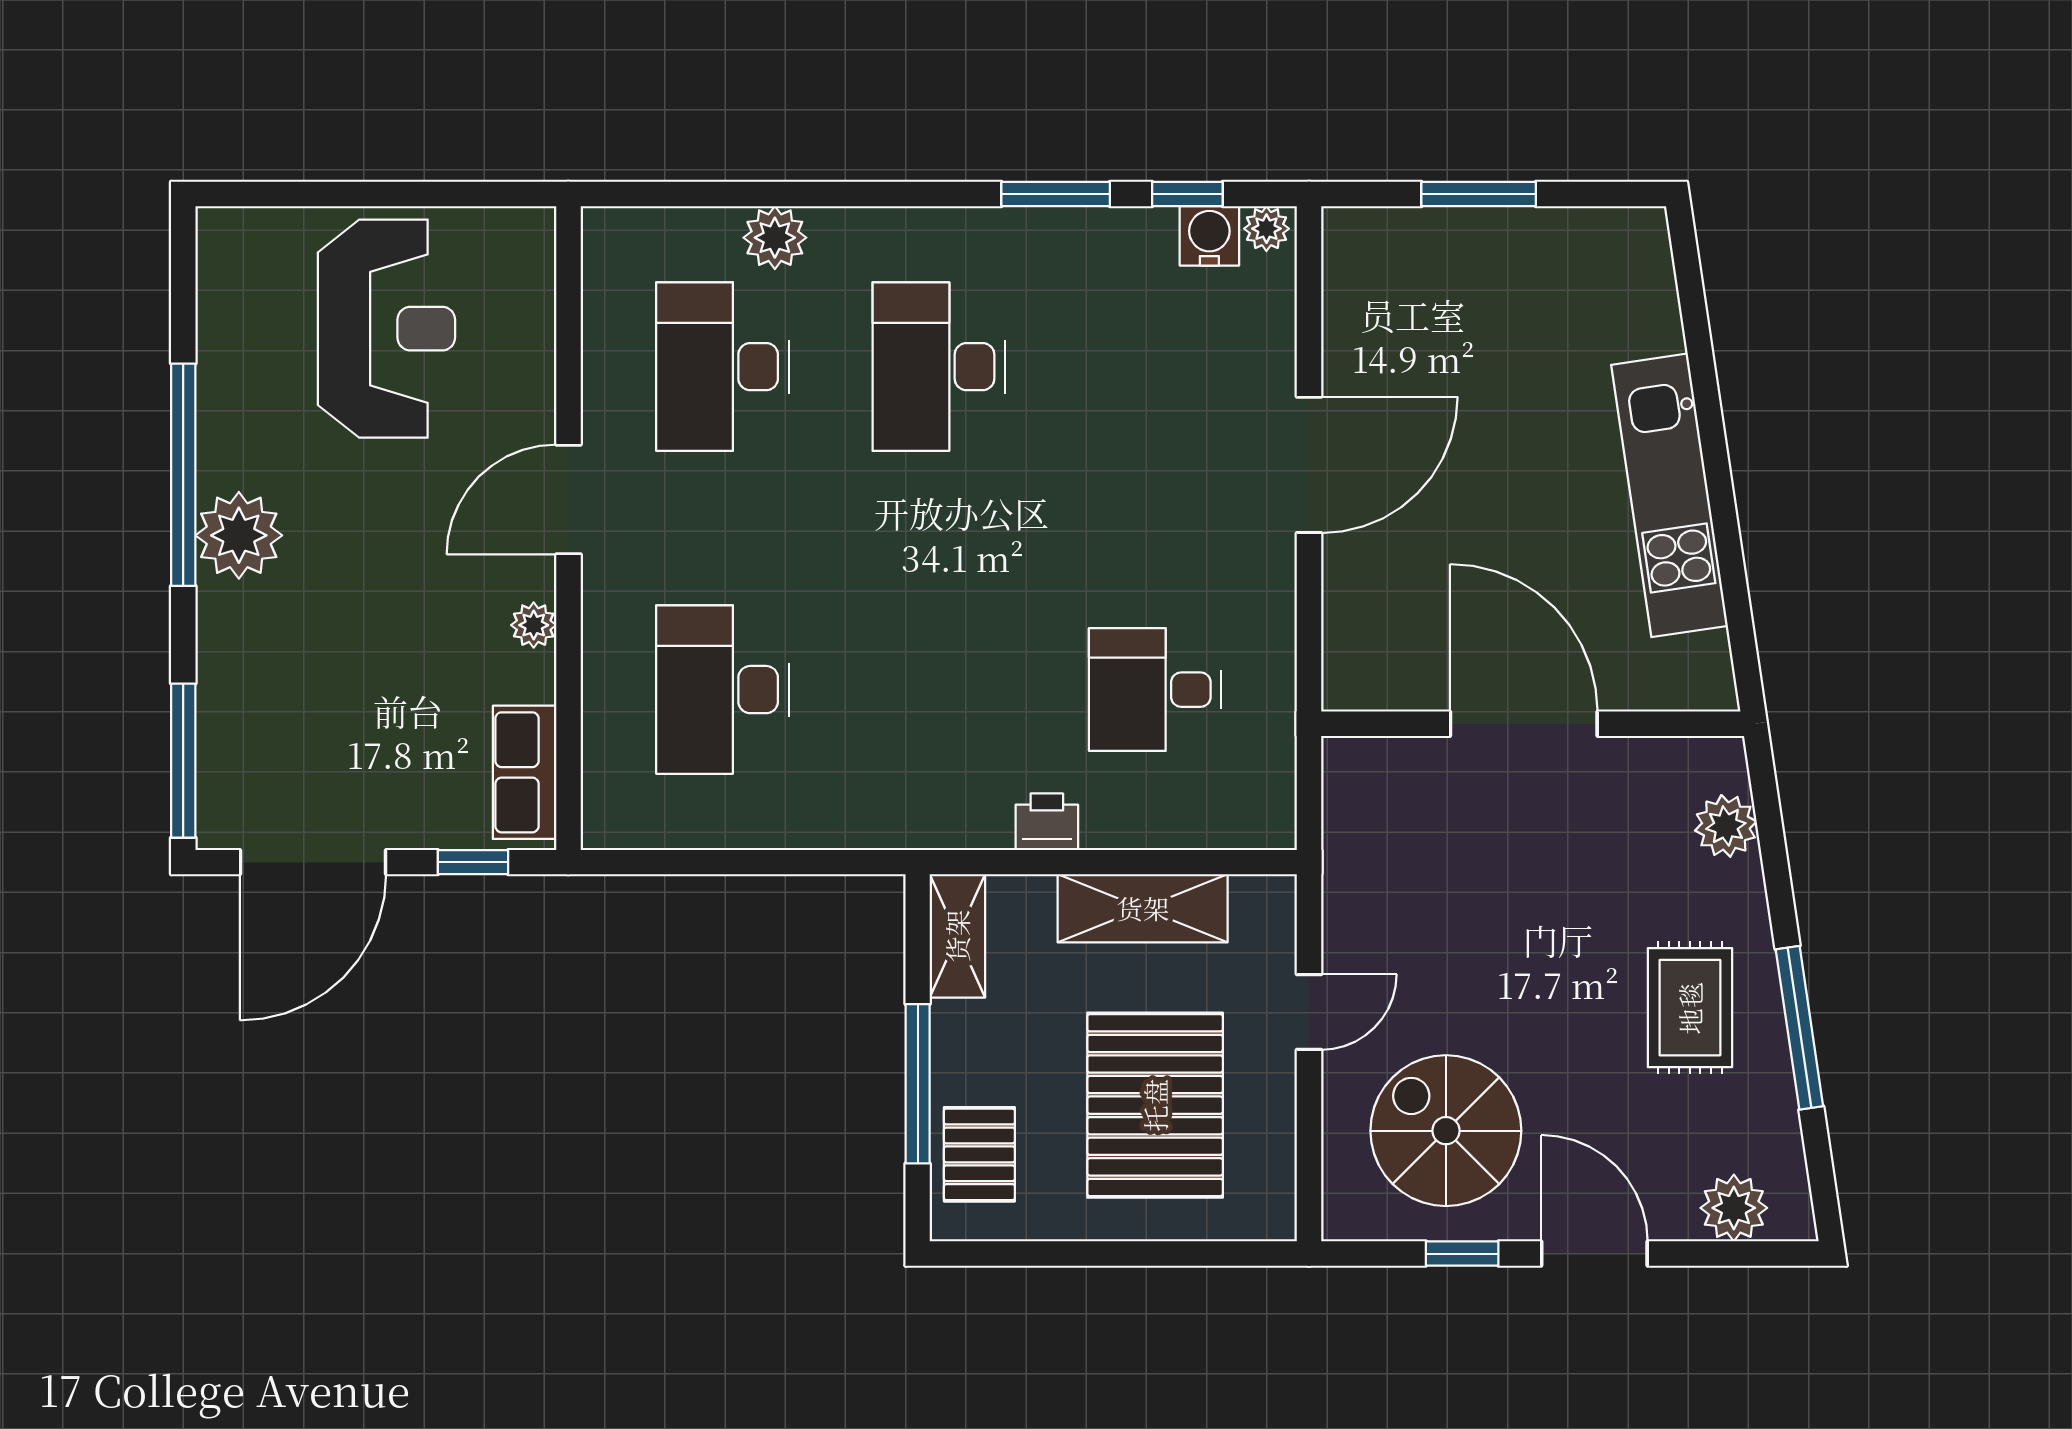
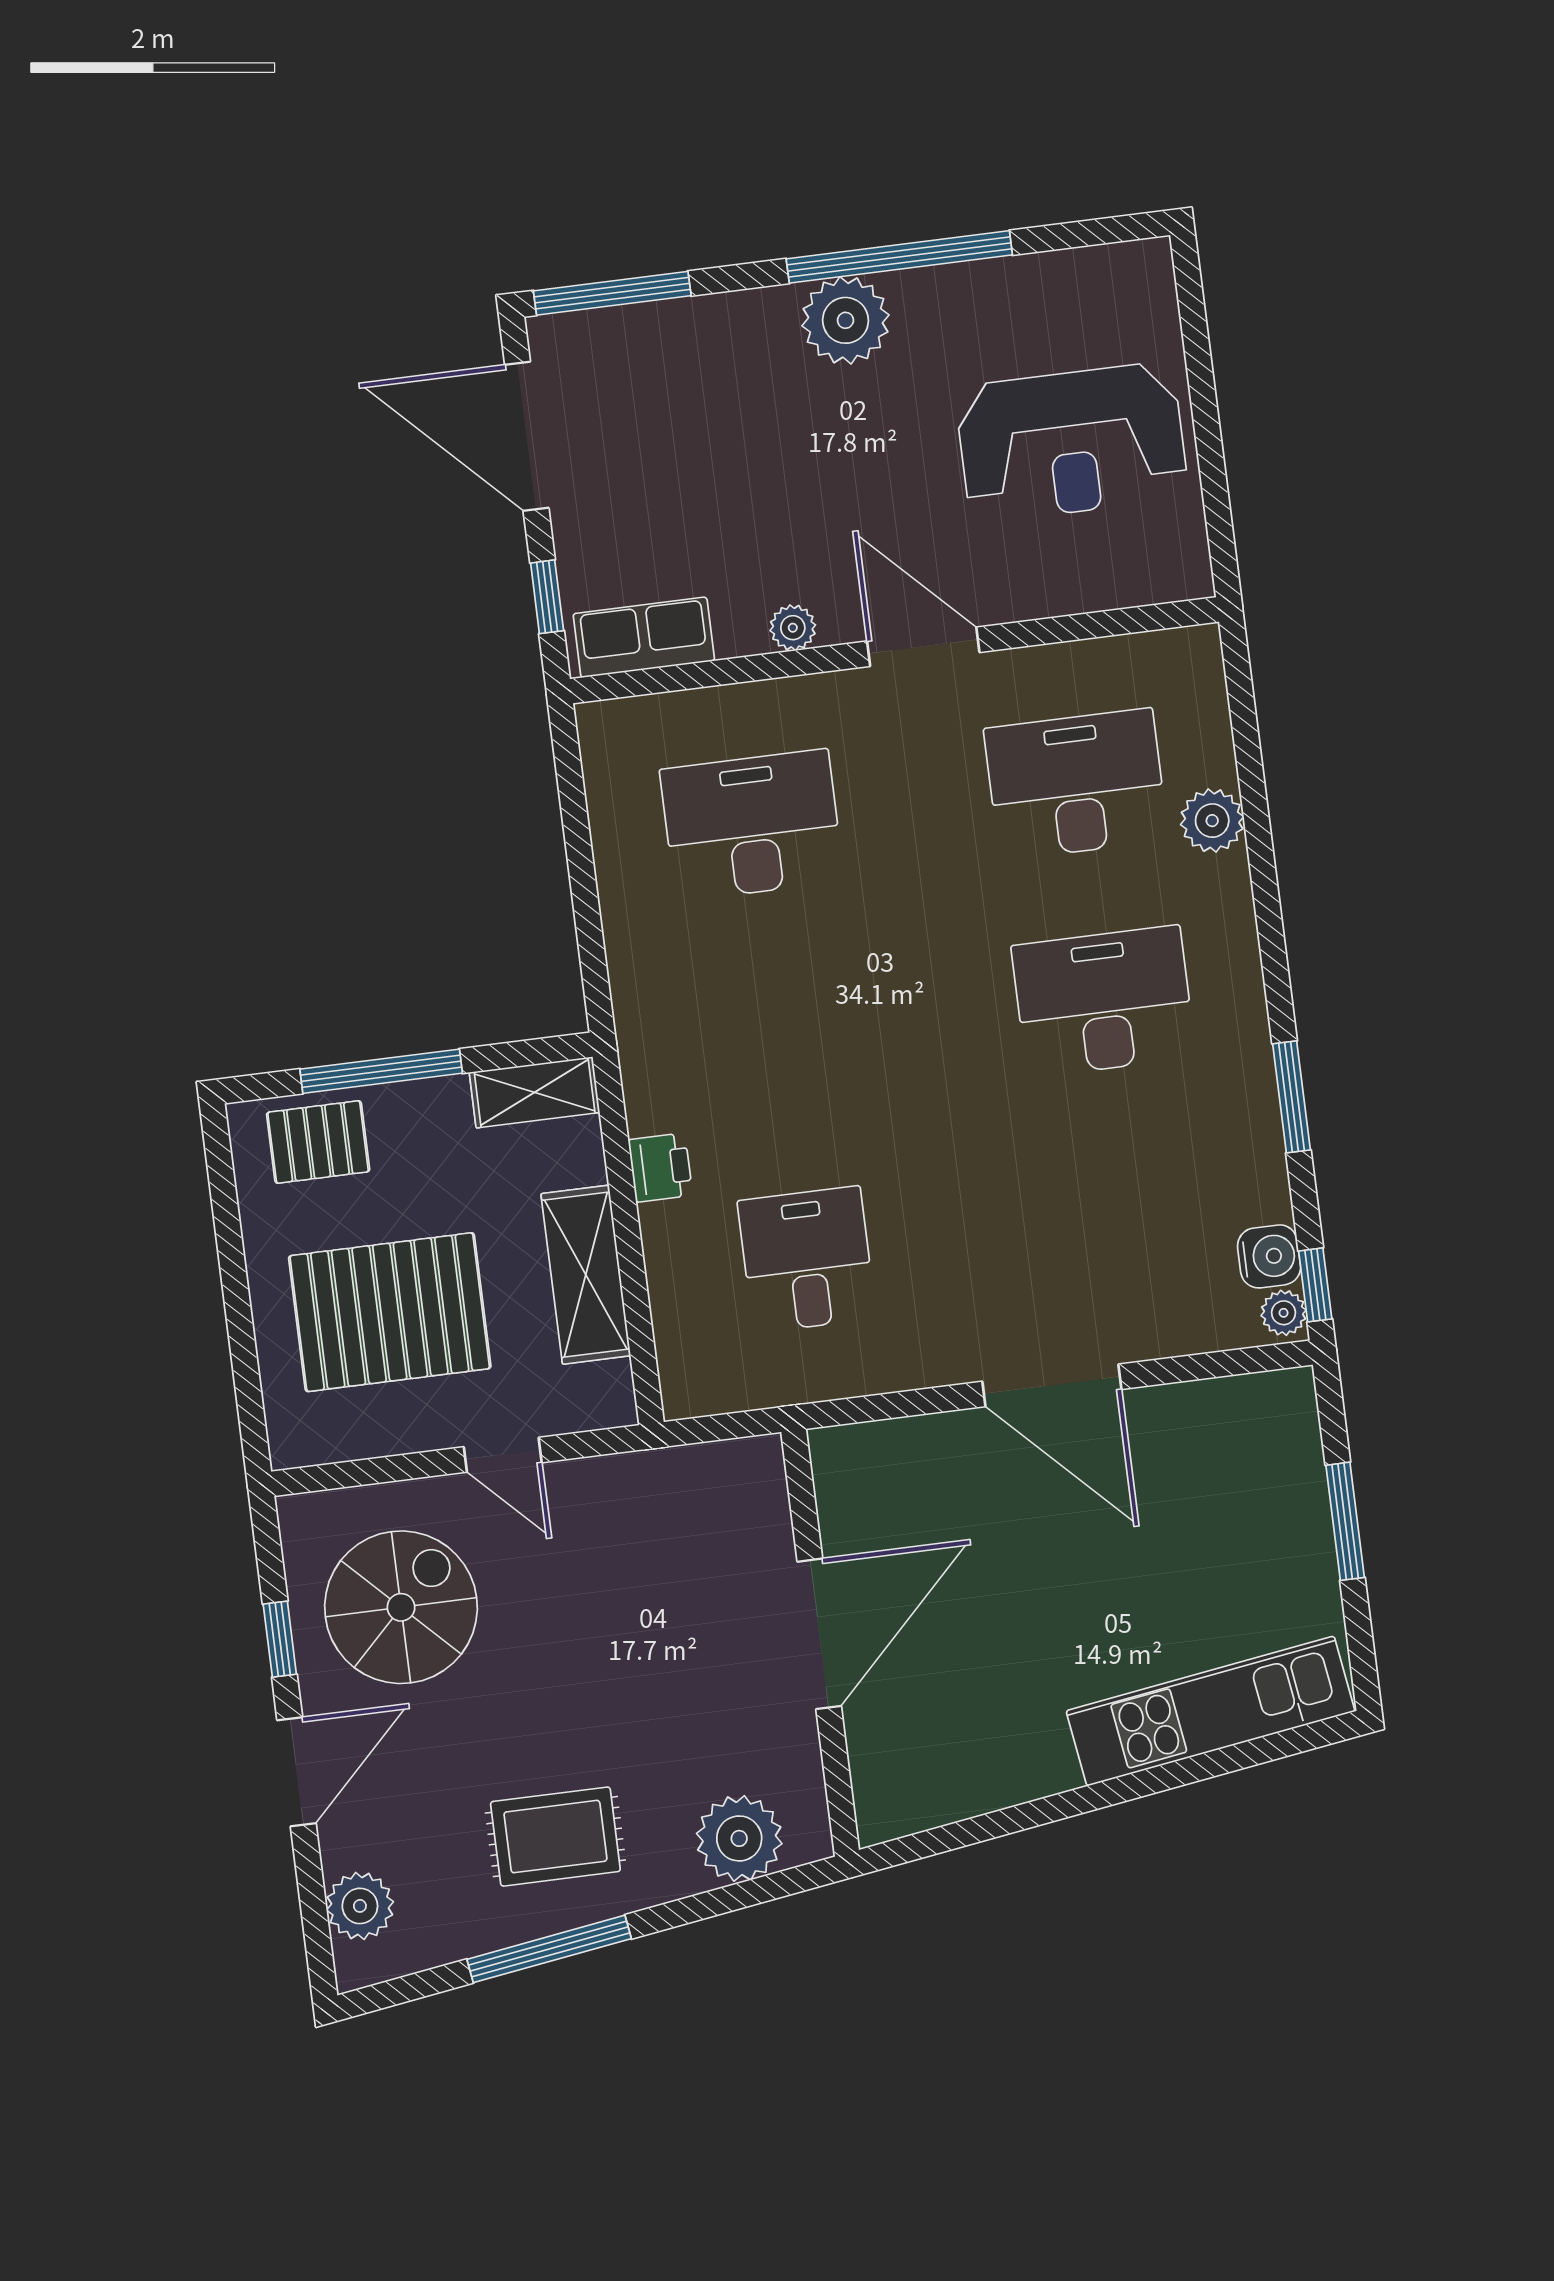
window: (1187, 194) -> (1315, 1285), moved
kitchen unit: (1670, 495) -> (1211, 1711), moved
plant: (1726, 826) -> (739, 1838), width x1.36, depth x1.36

